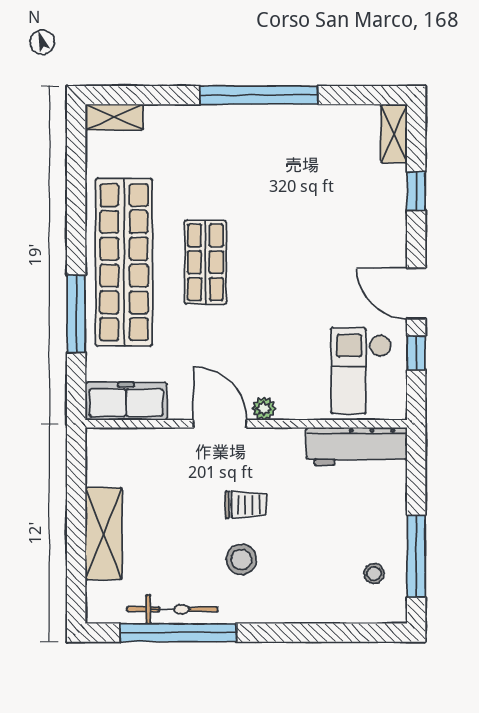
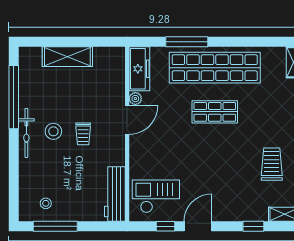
trolley: (302, 157) -> (272, 164), added
plant: (264, 409) -> (135, 99), moved
bicycle: (172, 609) -> (26, 133), moved

